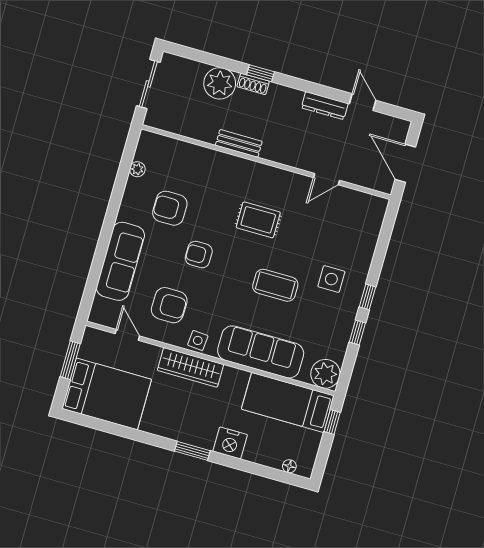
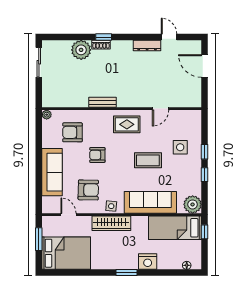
bench: (239, 143) -> (102, 102), moved
wall: (266, 162) -> (122, 109), moved
door: (327, 179) -> (161, 109), moved

